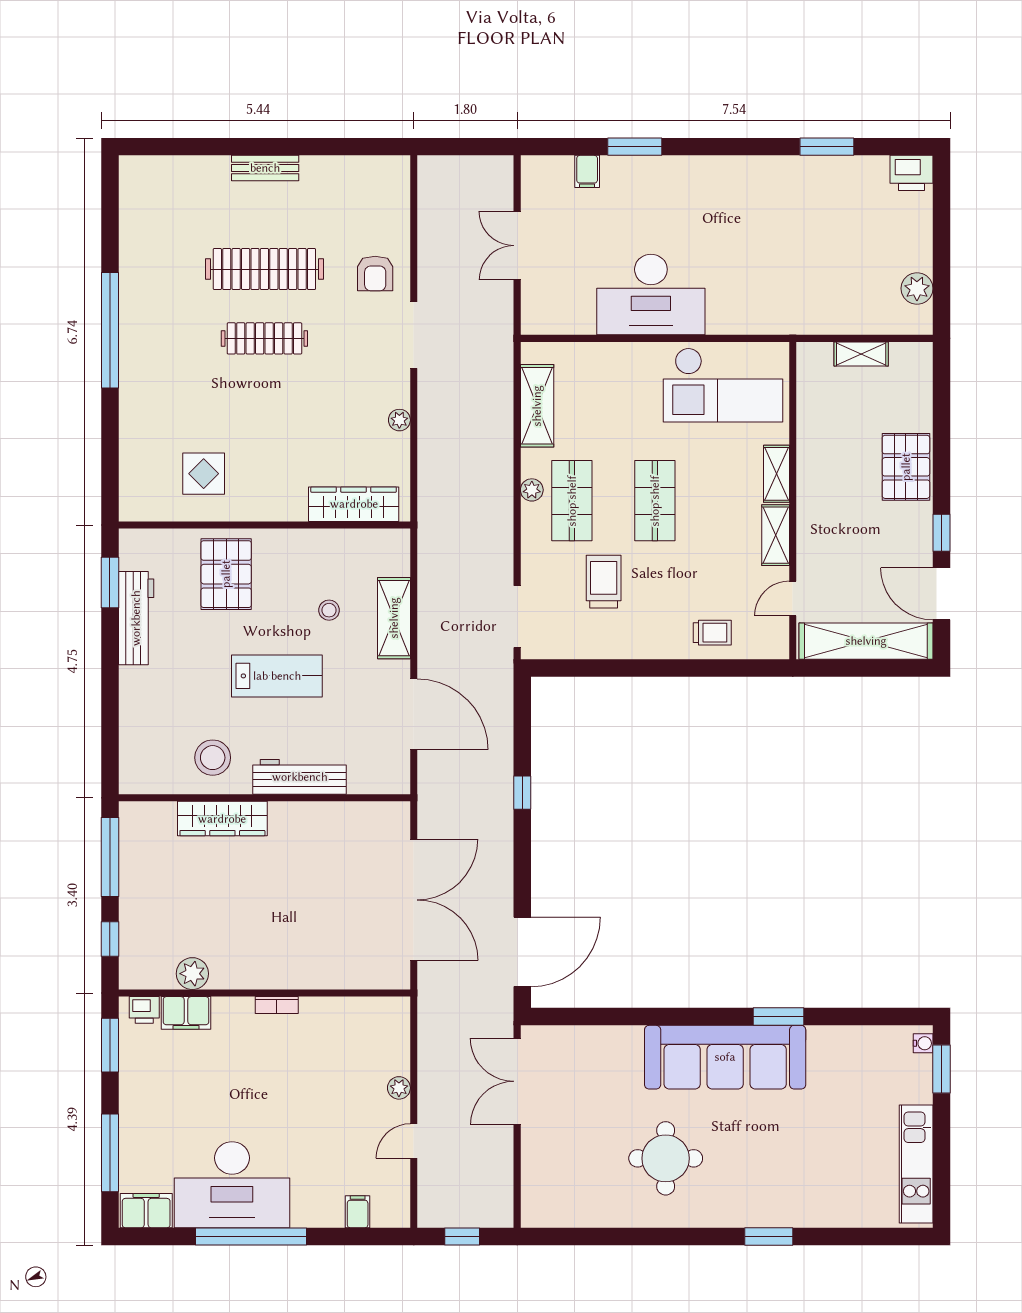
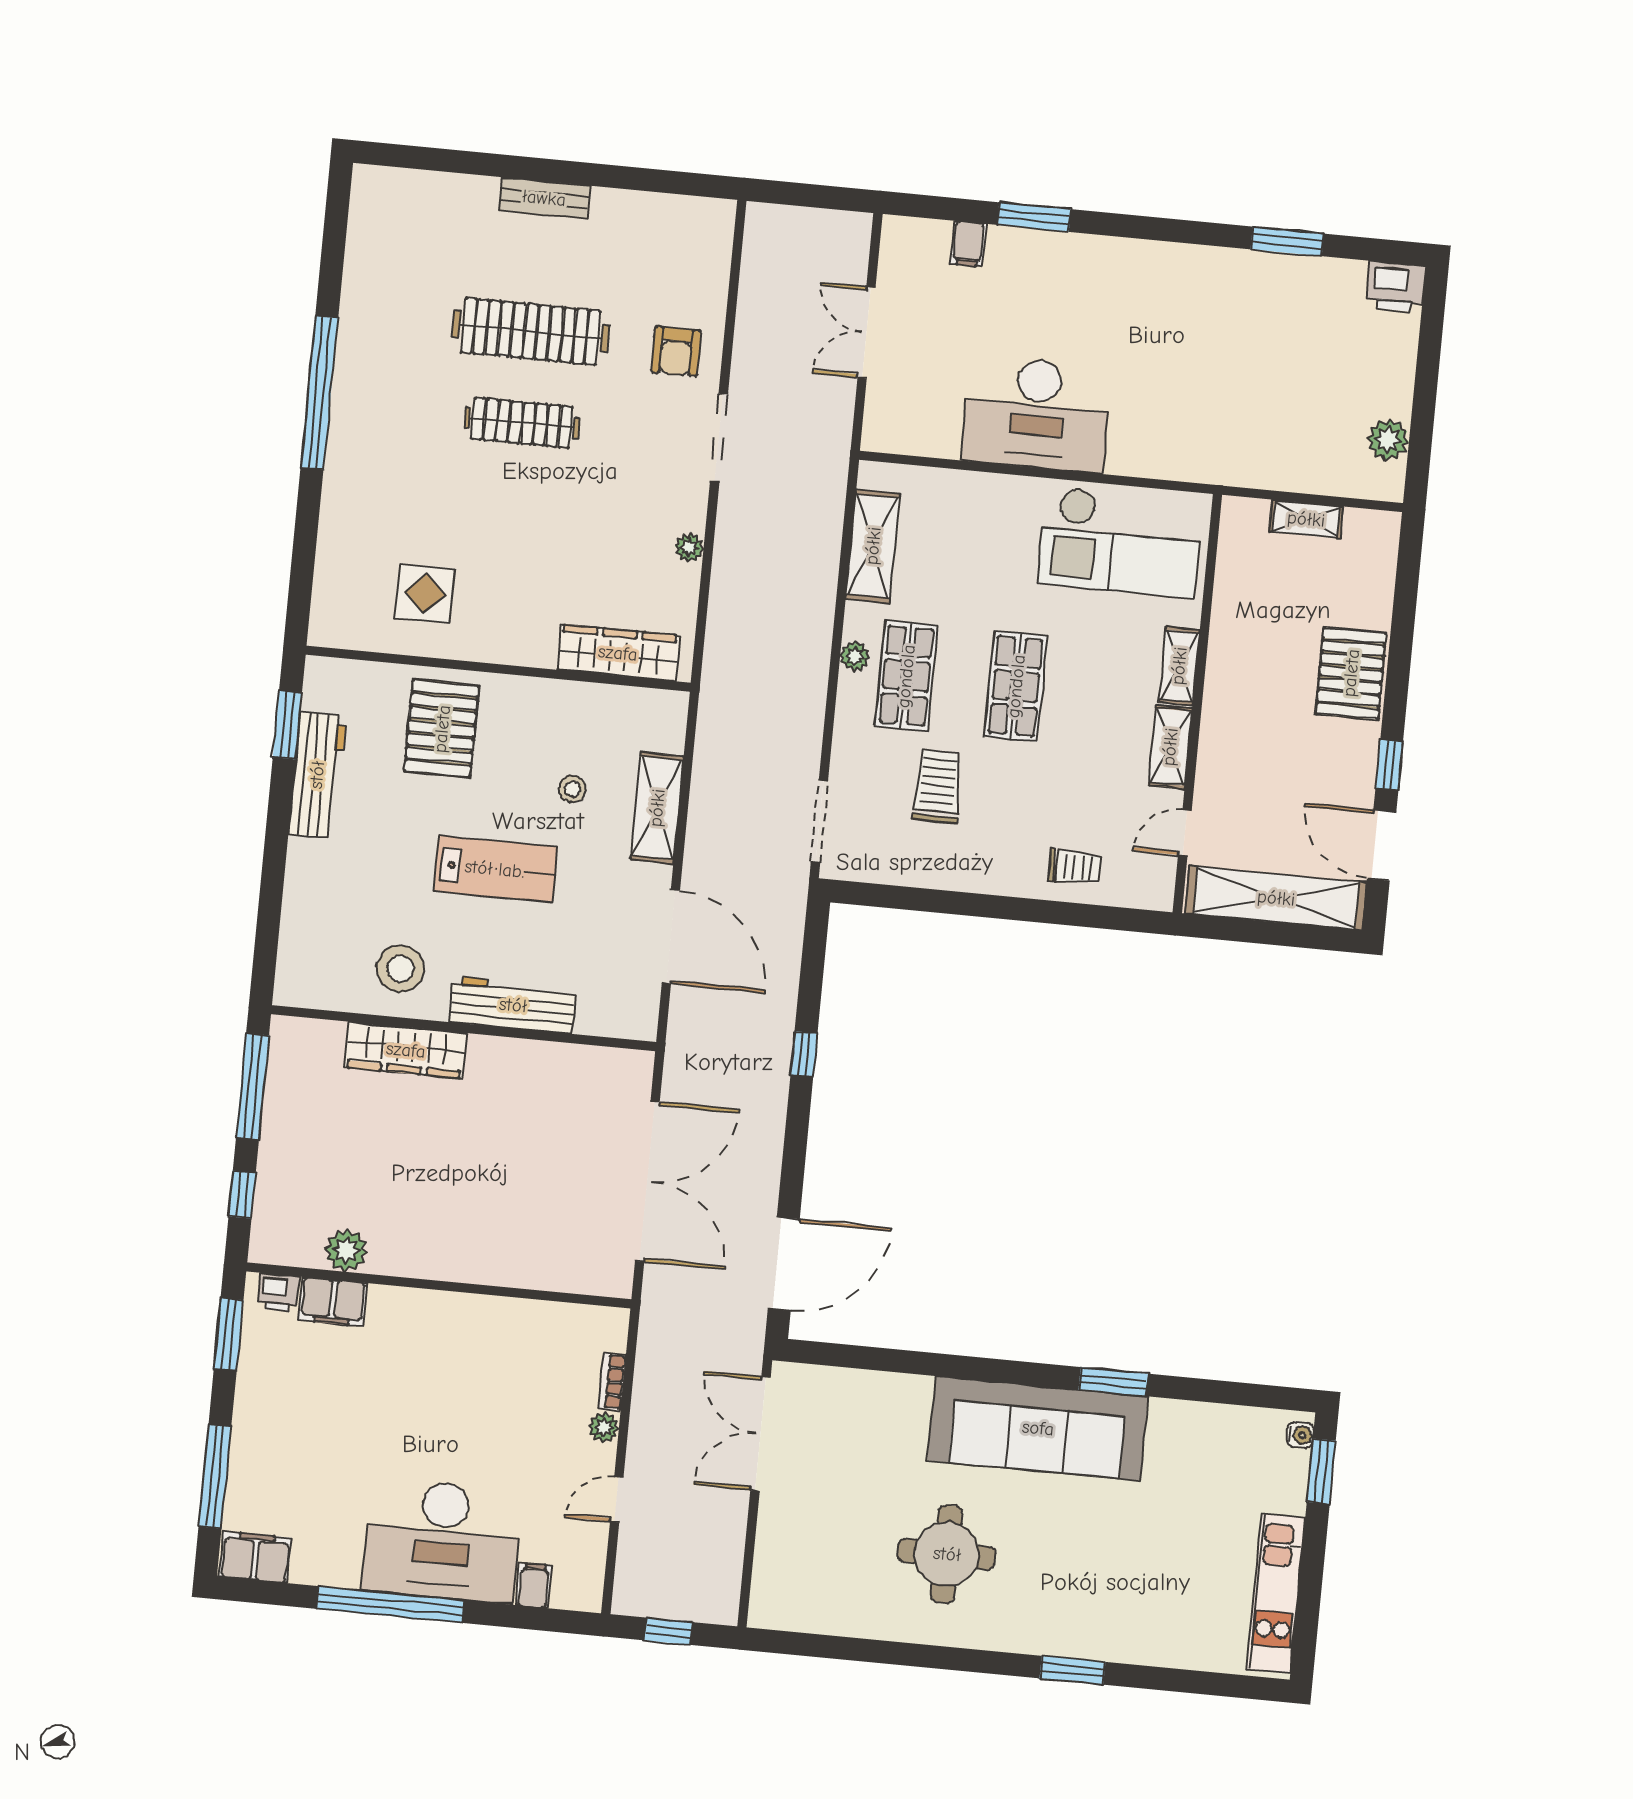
bookcase: (277, 1005) -> (612, 1382), moved, turned 90
desk: (232, 1185) -> (442, 1541), moved

